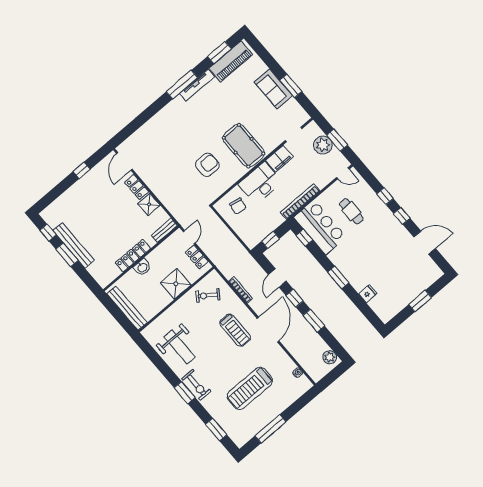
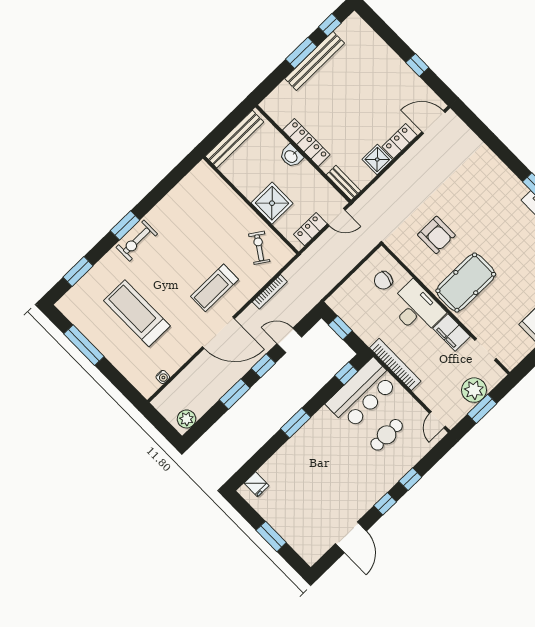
fridge: (368, 294) -> (256, 484), moved
weight bench: (180, 347) -> (186, 214), removed

